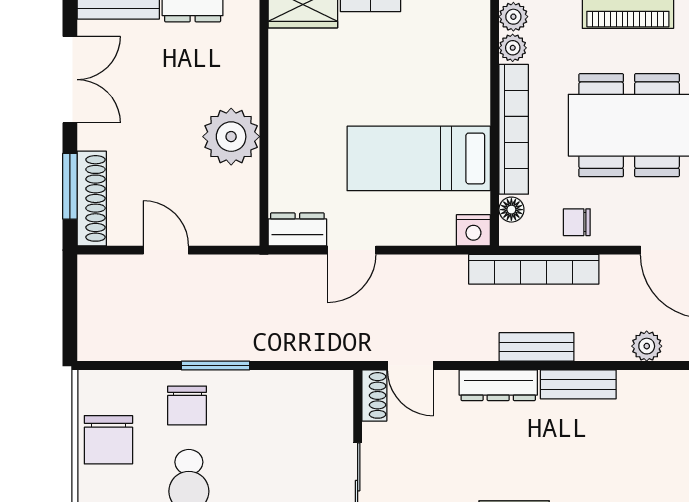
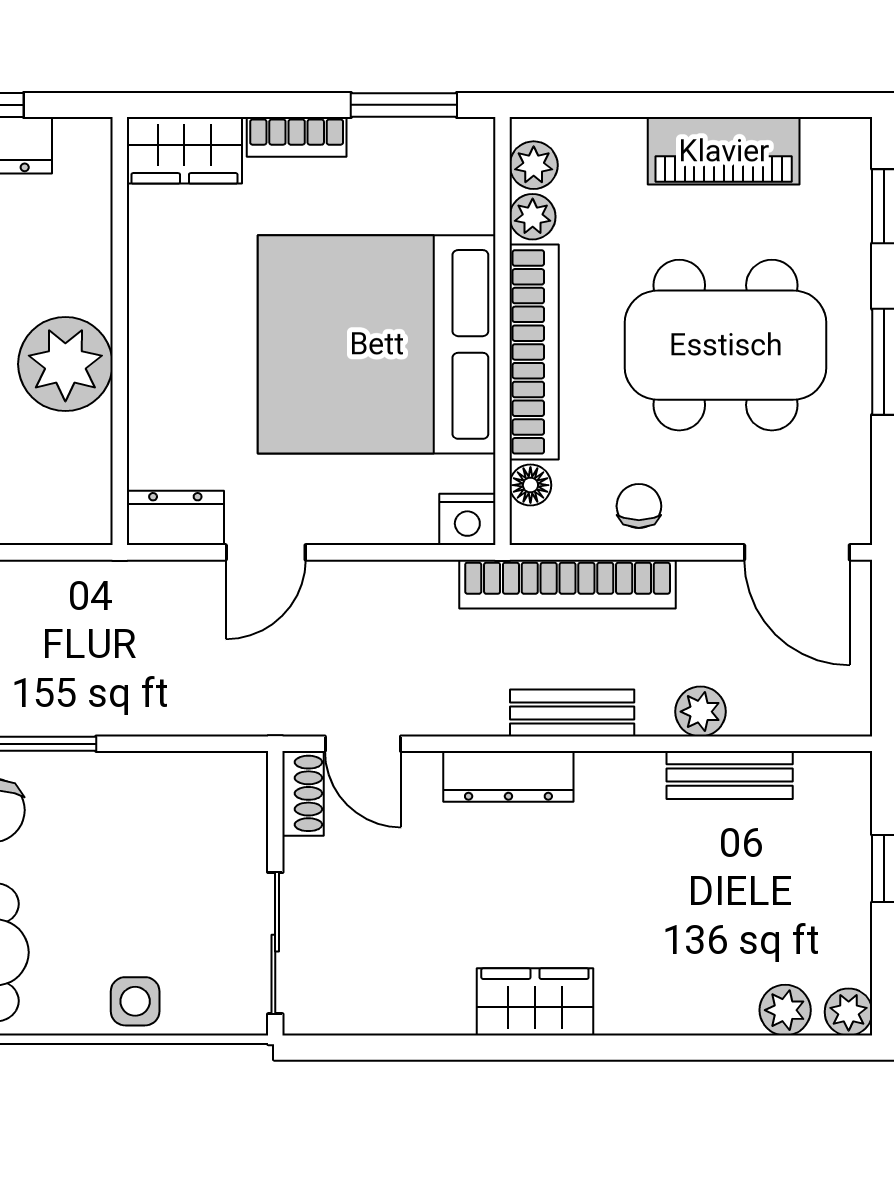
bed: (419, 158) -> (377, 344), width x2.04
chair: (577, 222) -> (639, 506), turned 90
plant: (647, 346) -> (700, 712), moved
bench: (578, 384) -> (730, 775), moved

